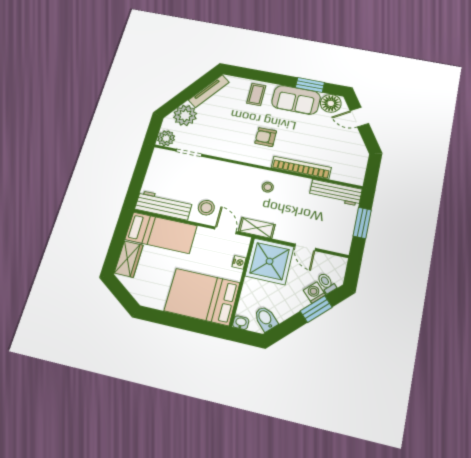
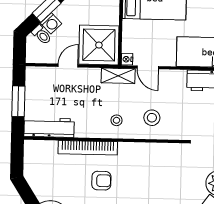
armchair: (266, 137) -> (101, 181), moved
stool: (206, 208) -> (152, 118), moved
door: (305, 247) -> (68, 66), hinge flipped
nightstand: (239, 262) -> (127, 59), moved

